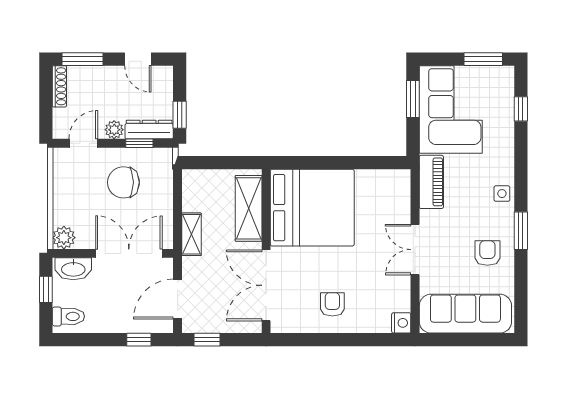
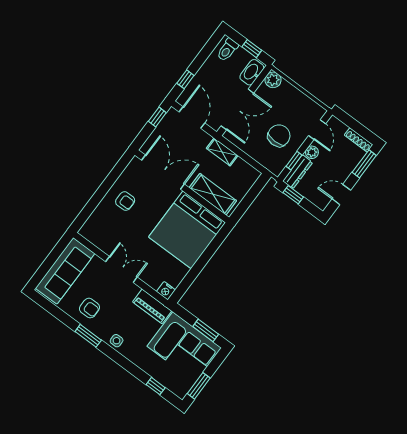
nightstand: (401, 323) -> (166, 291), moved

